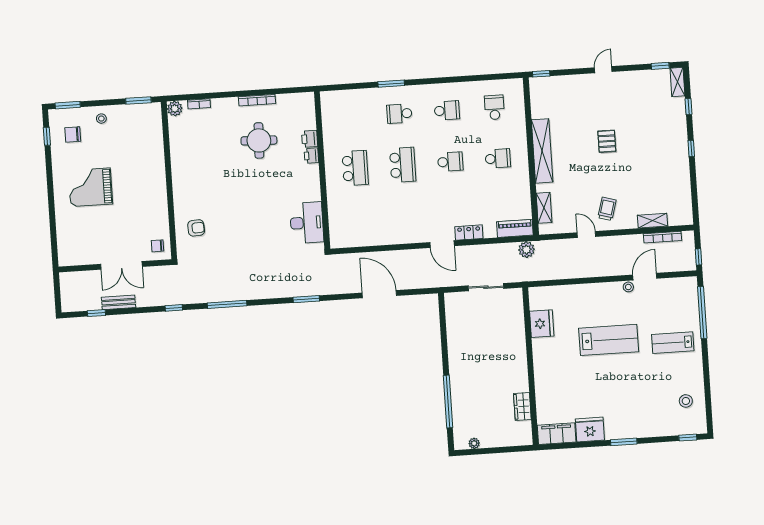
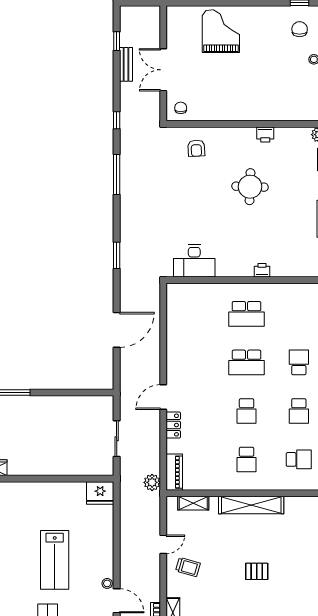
printer: (310, 139) -> (265, 134), moved, turned 180
round table: (259, 140) -> (250, 187), moved
grand piano: (90, 187) -> (221, 31), moved
fridge: (542, 324) -> (100, 493), moved

